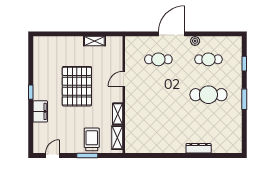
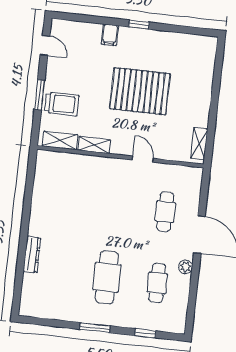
shelving: (94, 41) -> (199, 144), moved
filing cabinet: (40, 111) -> (110, 35), width x0.50

